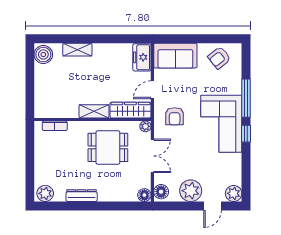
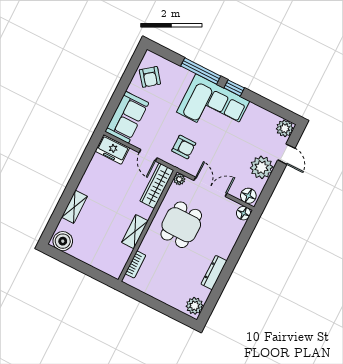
shelving: (94, 111) -> (135, 232), moved

